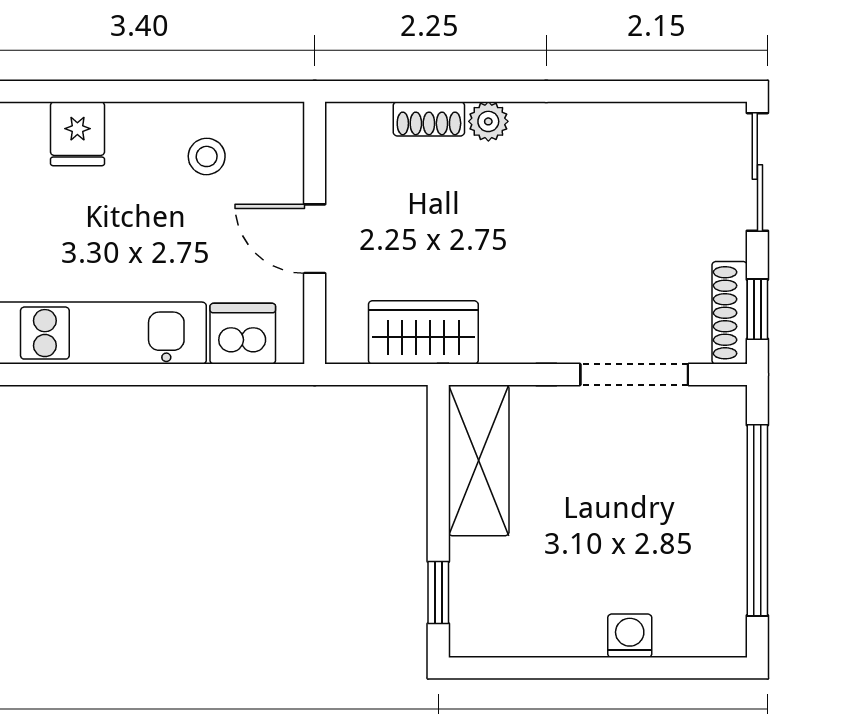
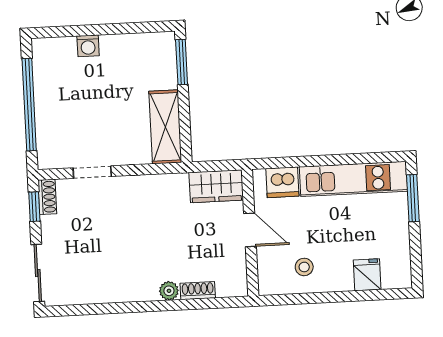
shoe rack: (730, 313) -> (47, 197), width x0.70
wardrobe: (423, 332) -> (216, 186), moved
doorway: (634, 374) -> (92, 172), width x0.73
window: (438, 593) -> (182, 62), width x1.50

